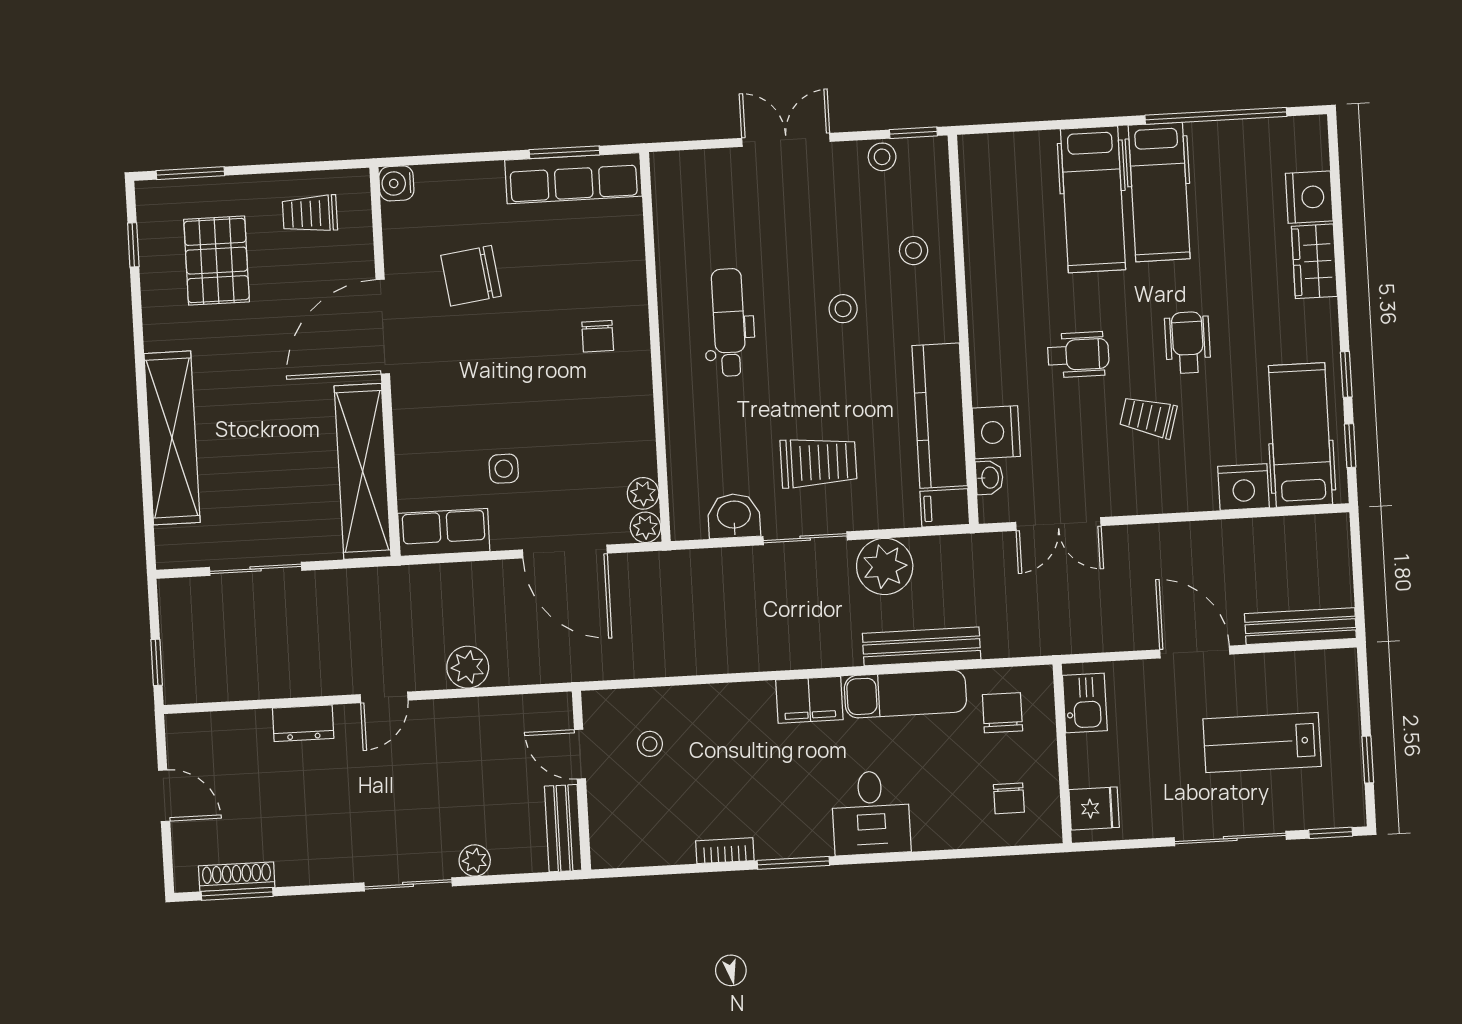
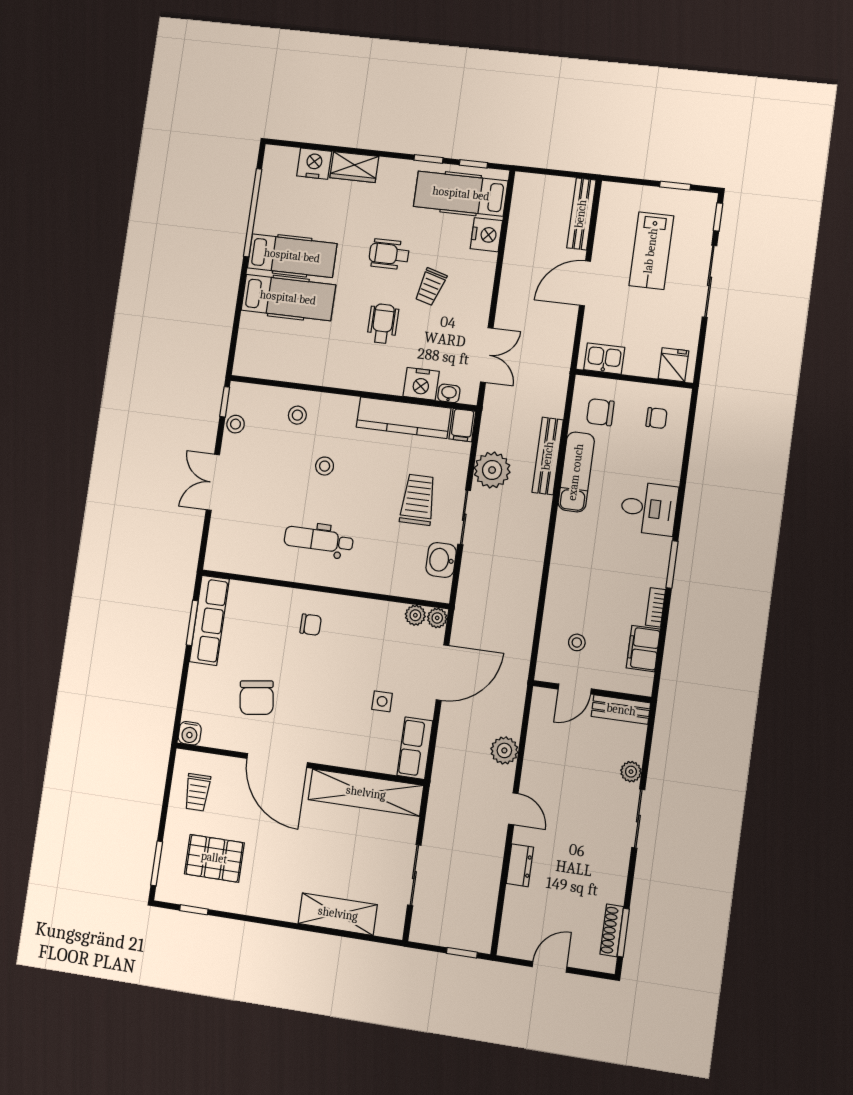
shelving: (172, 438) -> (338, 914), width x0.68
filing cabinet: (809, 700) -> (643, 649), moved, turned 180

